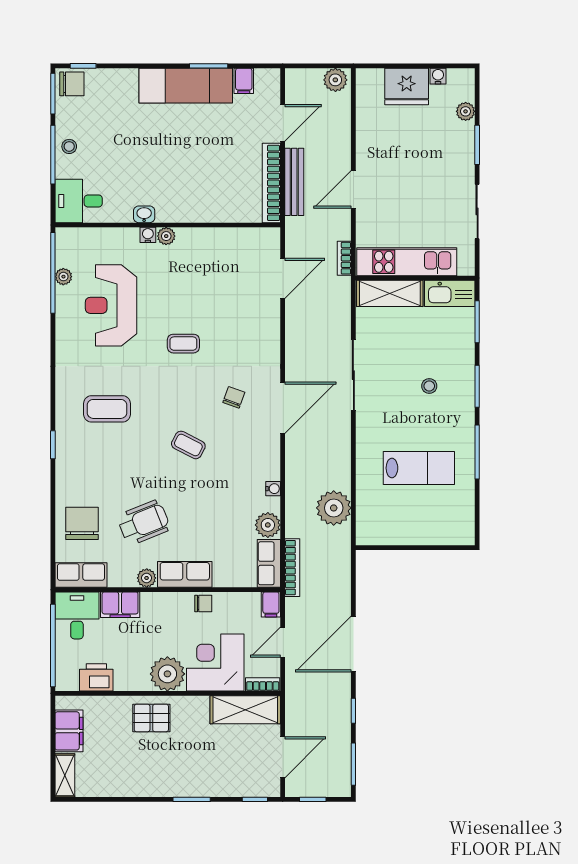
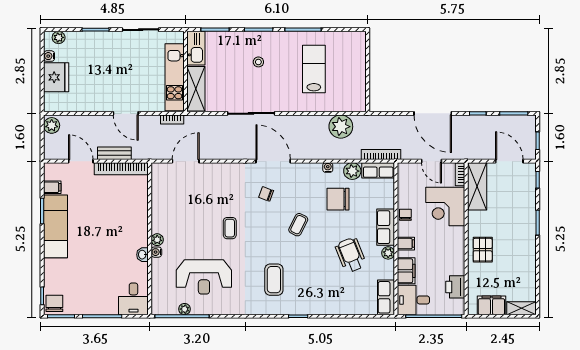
plant: (466, 111) -> (59, 37), moved
stool: (69, 146) -> (97, 305), removed
bench: (294, 182) -> (114, 153), width x0.73
door: (283, 278) -> (186, 161), hinge flipped
chair: (82, 523) -> (338, 199), moved
filing cabinet: (271, 604) -> (406, 244), moved
plant: (167, 674) -> (453, 239), removed

